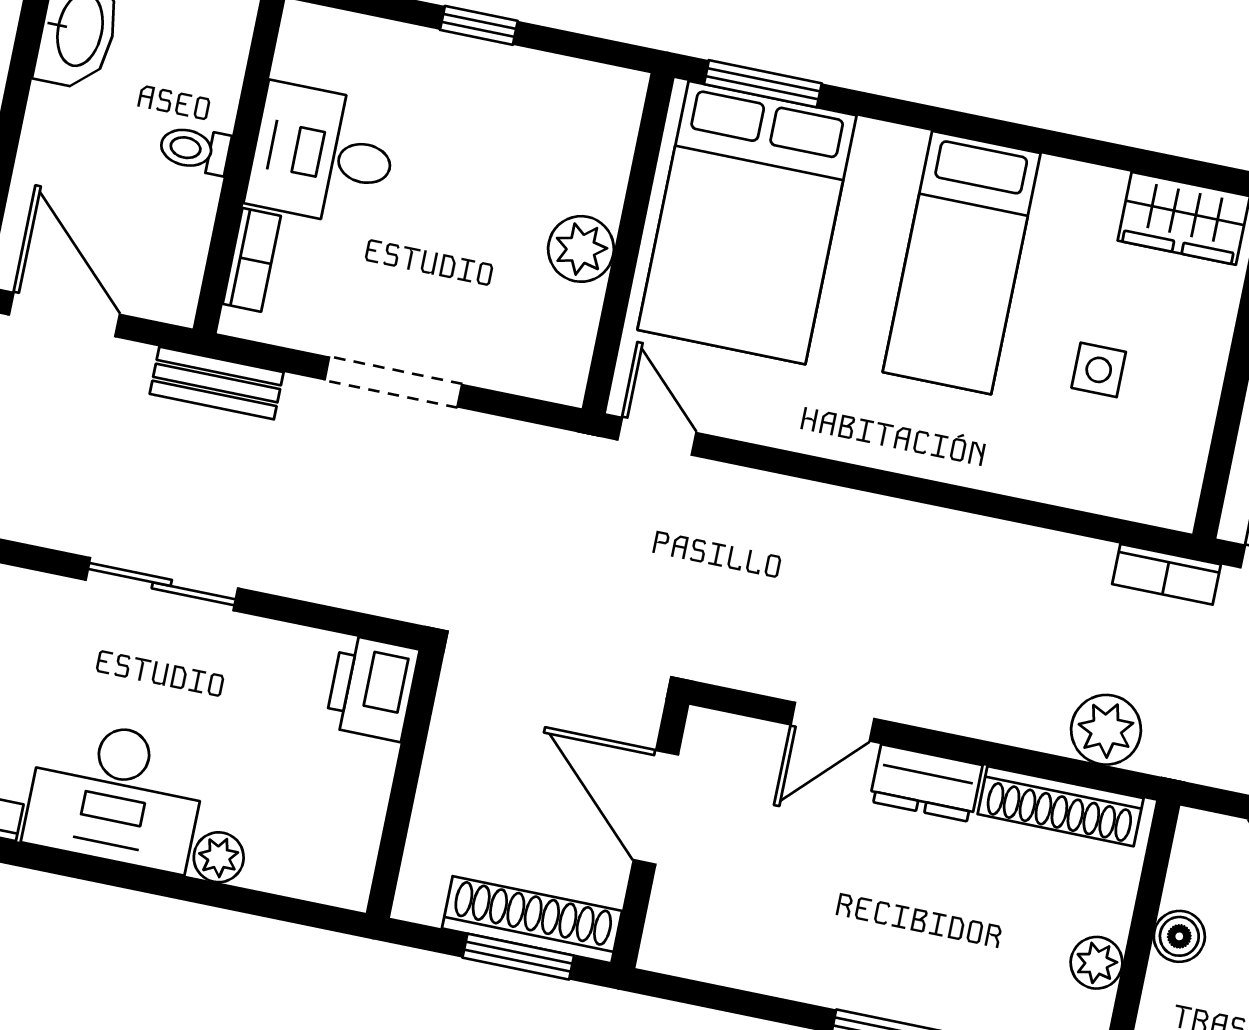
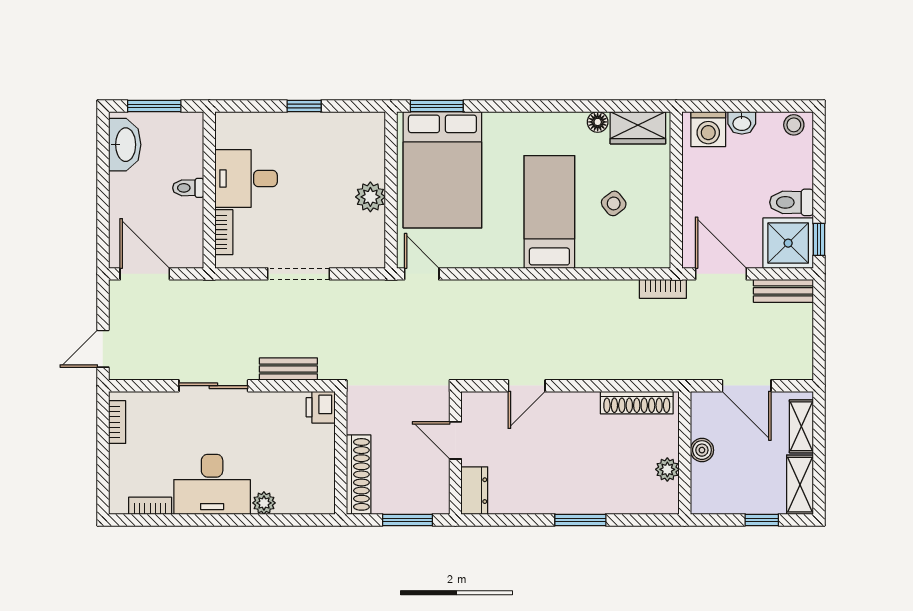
floor lamp: (1100, 188) -> (598, 122), added
bed: (962, 263) -> (549, 212), moved, turned 180
side table: (1099, 370) -> (614, 203), turned -38
bench: (217, 383) -> (288, 369), moved
printer: (372, 688) -> (321, 407), width x0.73, depth x0.81
plant: (1106, 730) -> (650, 364), removed
dresser: (926, 783) -> (474, 491), moved, turned -90
door: (656, 807) -> (455, 440), width x0.73
shoe rack: (532, 920) -> (359, 474), moved, turned 90

